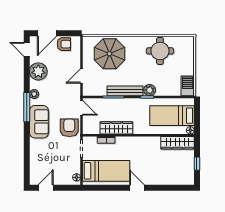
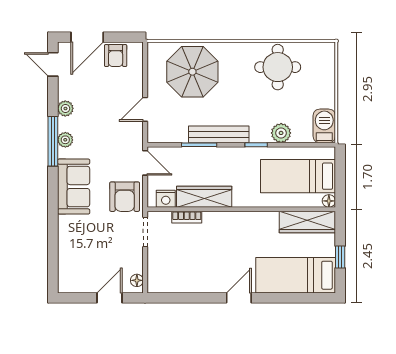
armchair: (64, 44) -> (116, 56), turned 90
plant: (38, 71) -> (65, 108), width x0.53, depth x0.53
plant: (150, 90) -> (281, 133), moved
window: (27, 107) -> (53, 141), moved
armchair: (69, 128) -> (125, 197), turned 180
nightstand: (94, 129) -> (166, 199), added
bed: (106, 171) -> (296, 275), moved, turned 180
door: (46, 188) -> (110, 298), moved
door: (137, 188) -> (239, 298), hinge flipped

